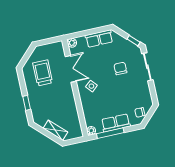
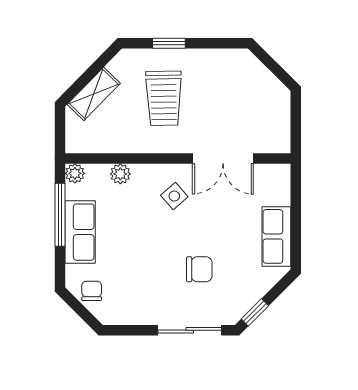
plant: (72, 43) -> (120, 174), moved
trolley: (43, 73) -> (164, 98), moved, turned 89

